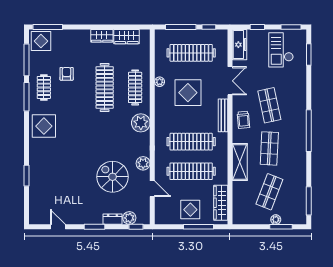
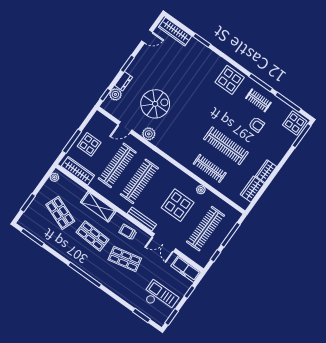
plant: (141, 123) -> (180, 154), removed
wardrobe: (36, 205) -> (175, 32), added
plant: (276, 220) -> (54, 177), moved

